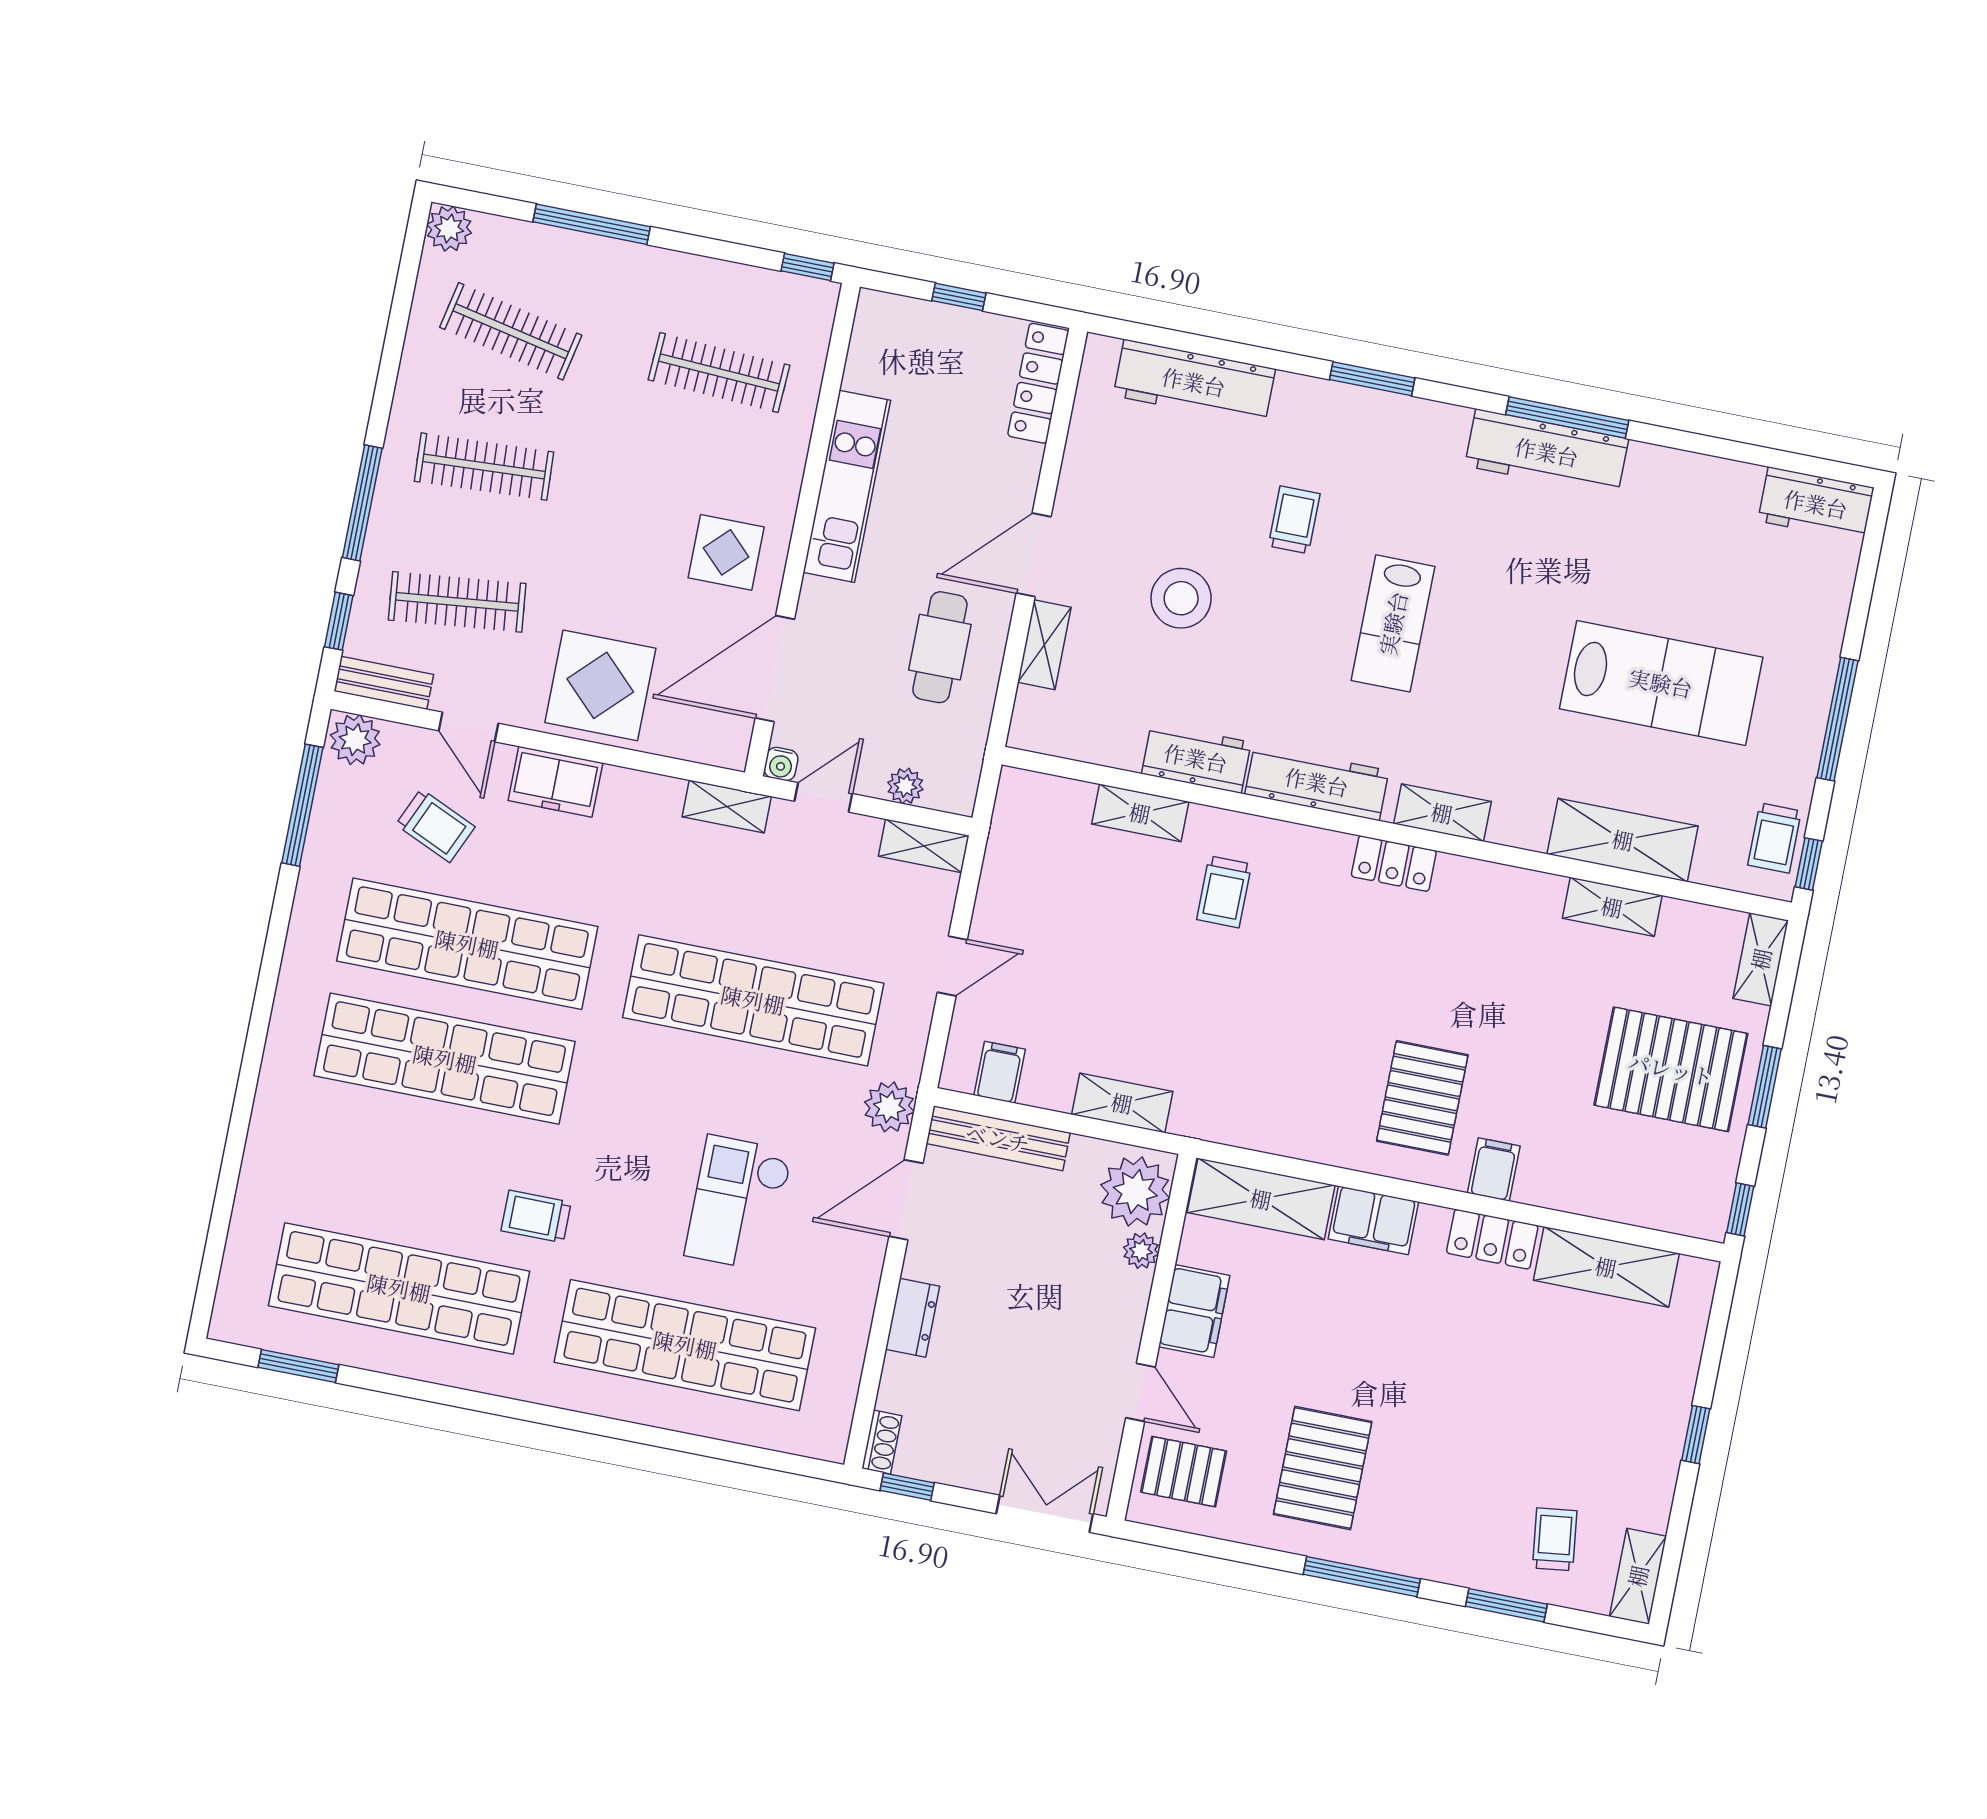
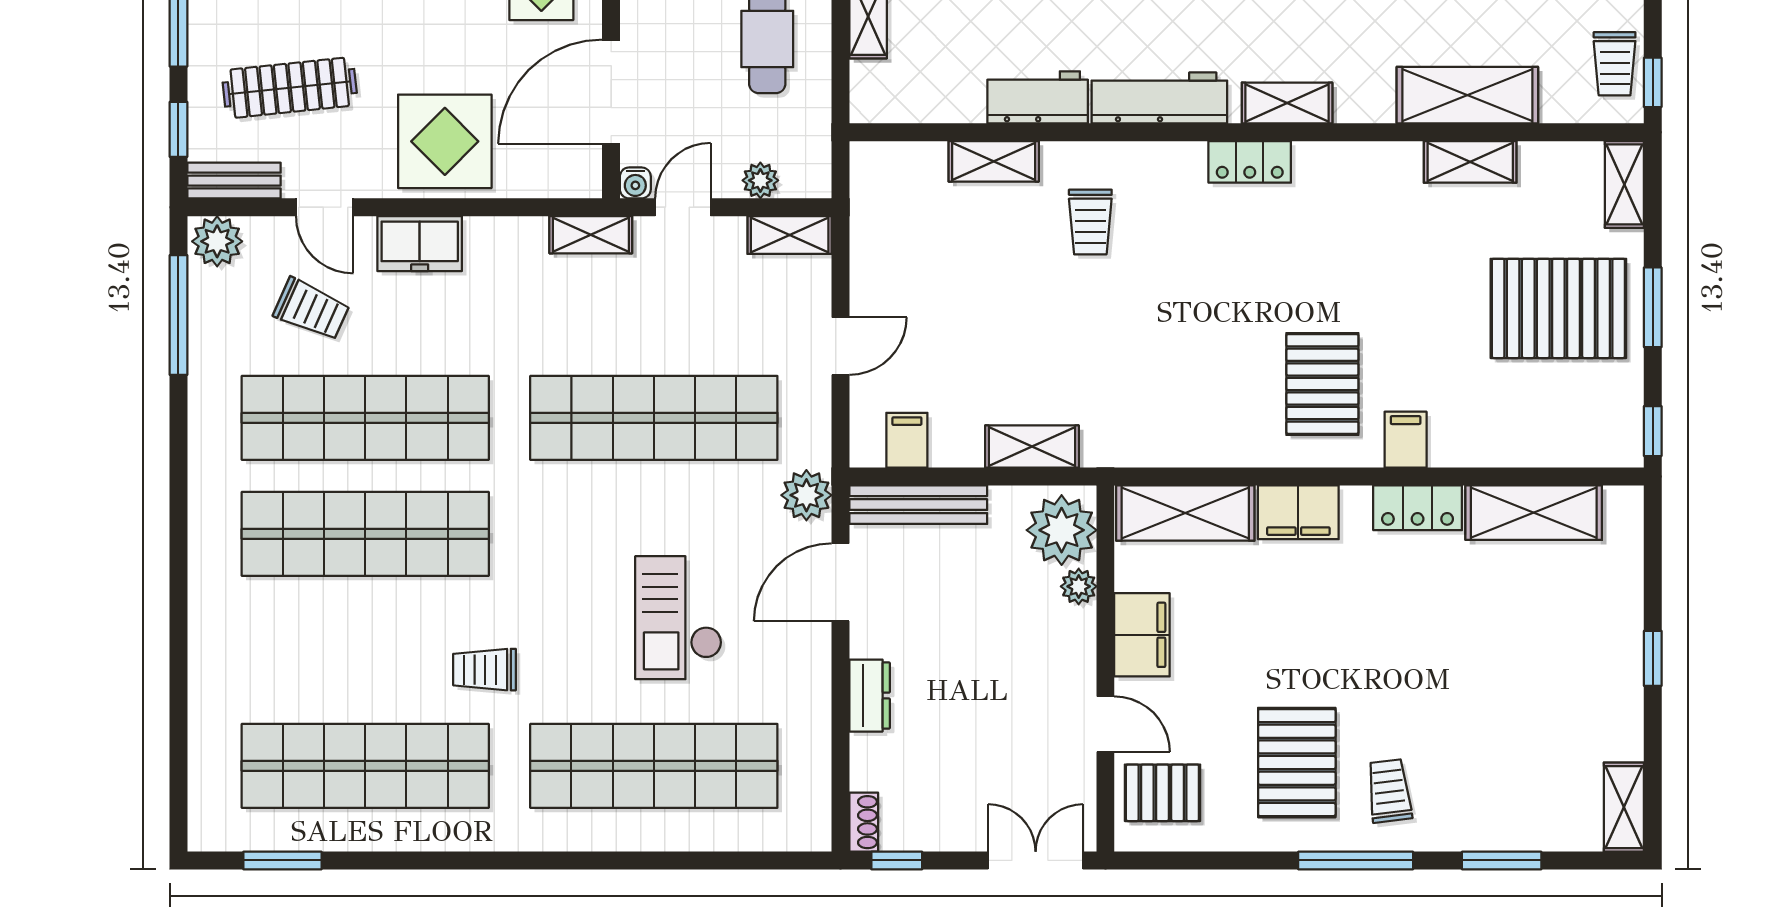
trolley: (1555, 1539) -> (1389, 791), moved

